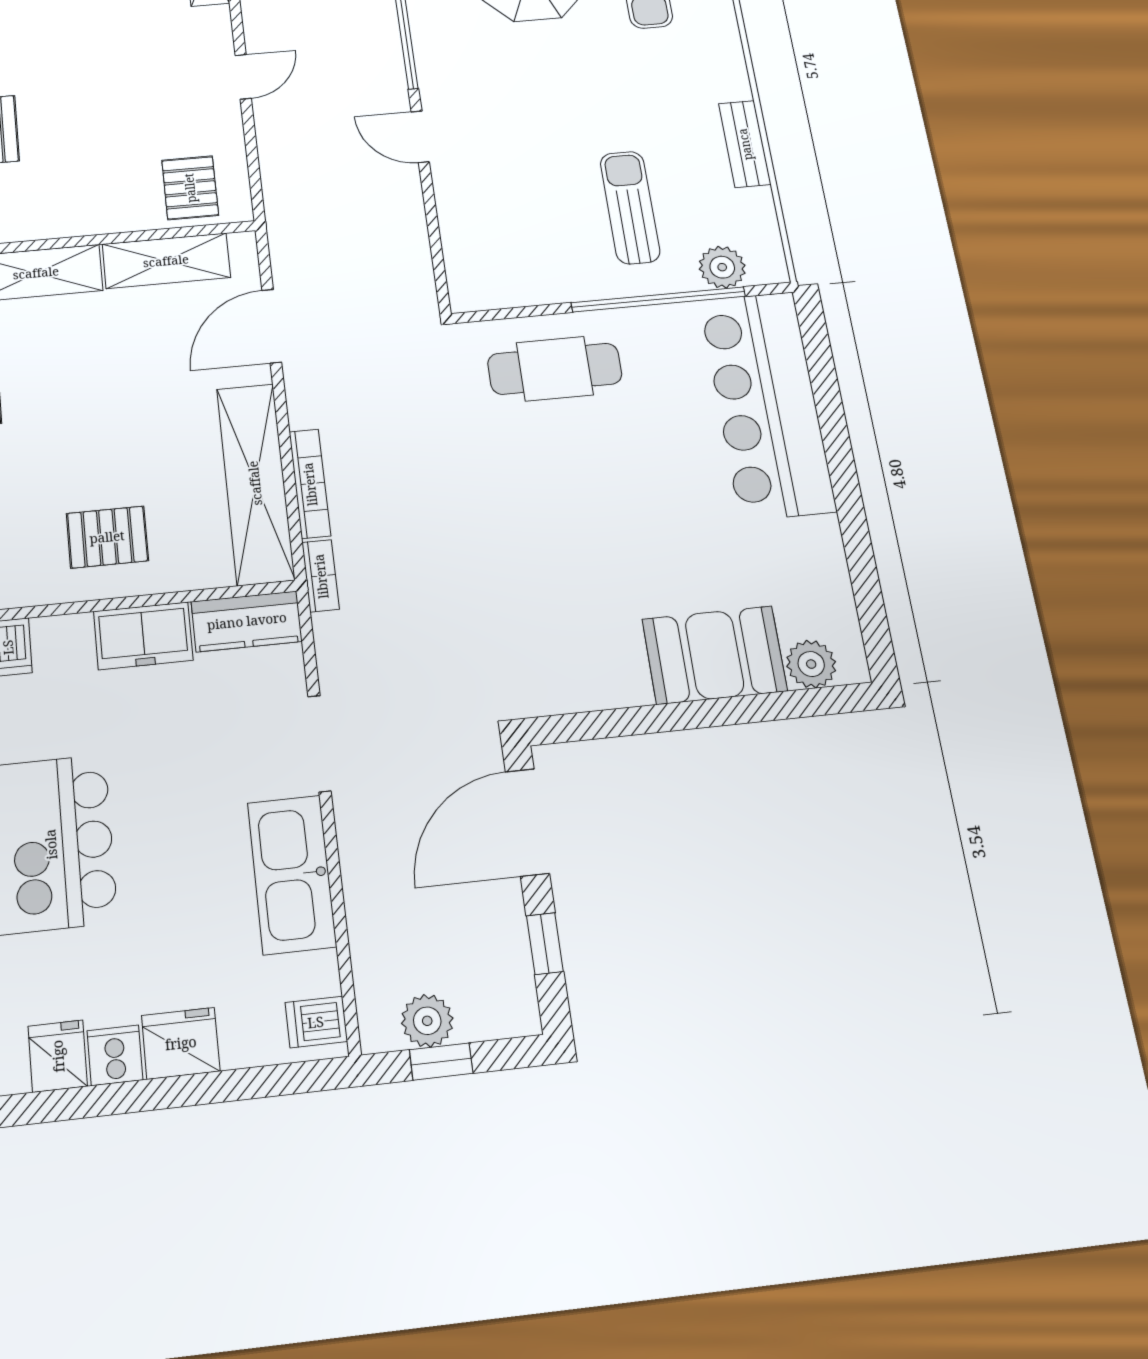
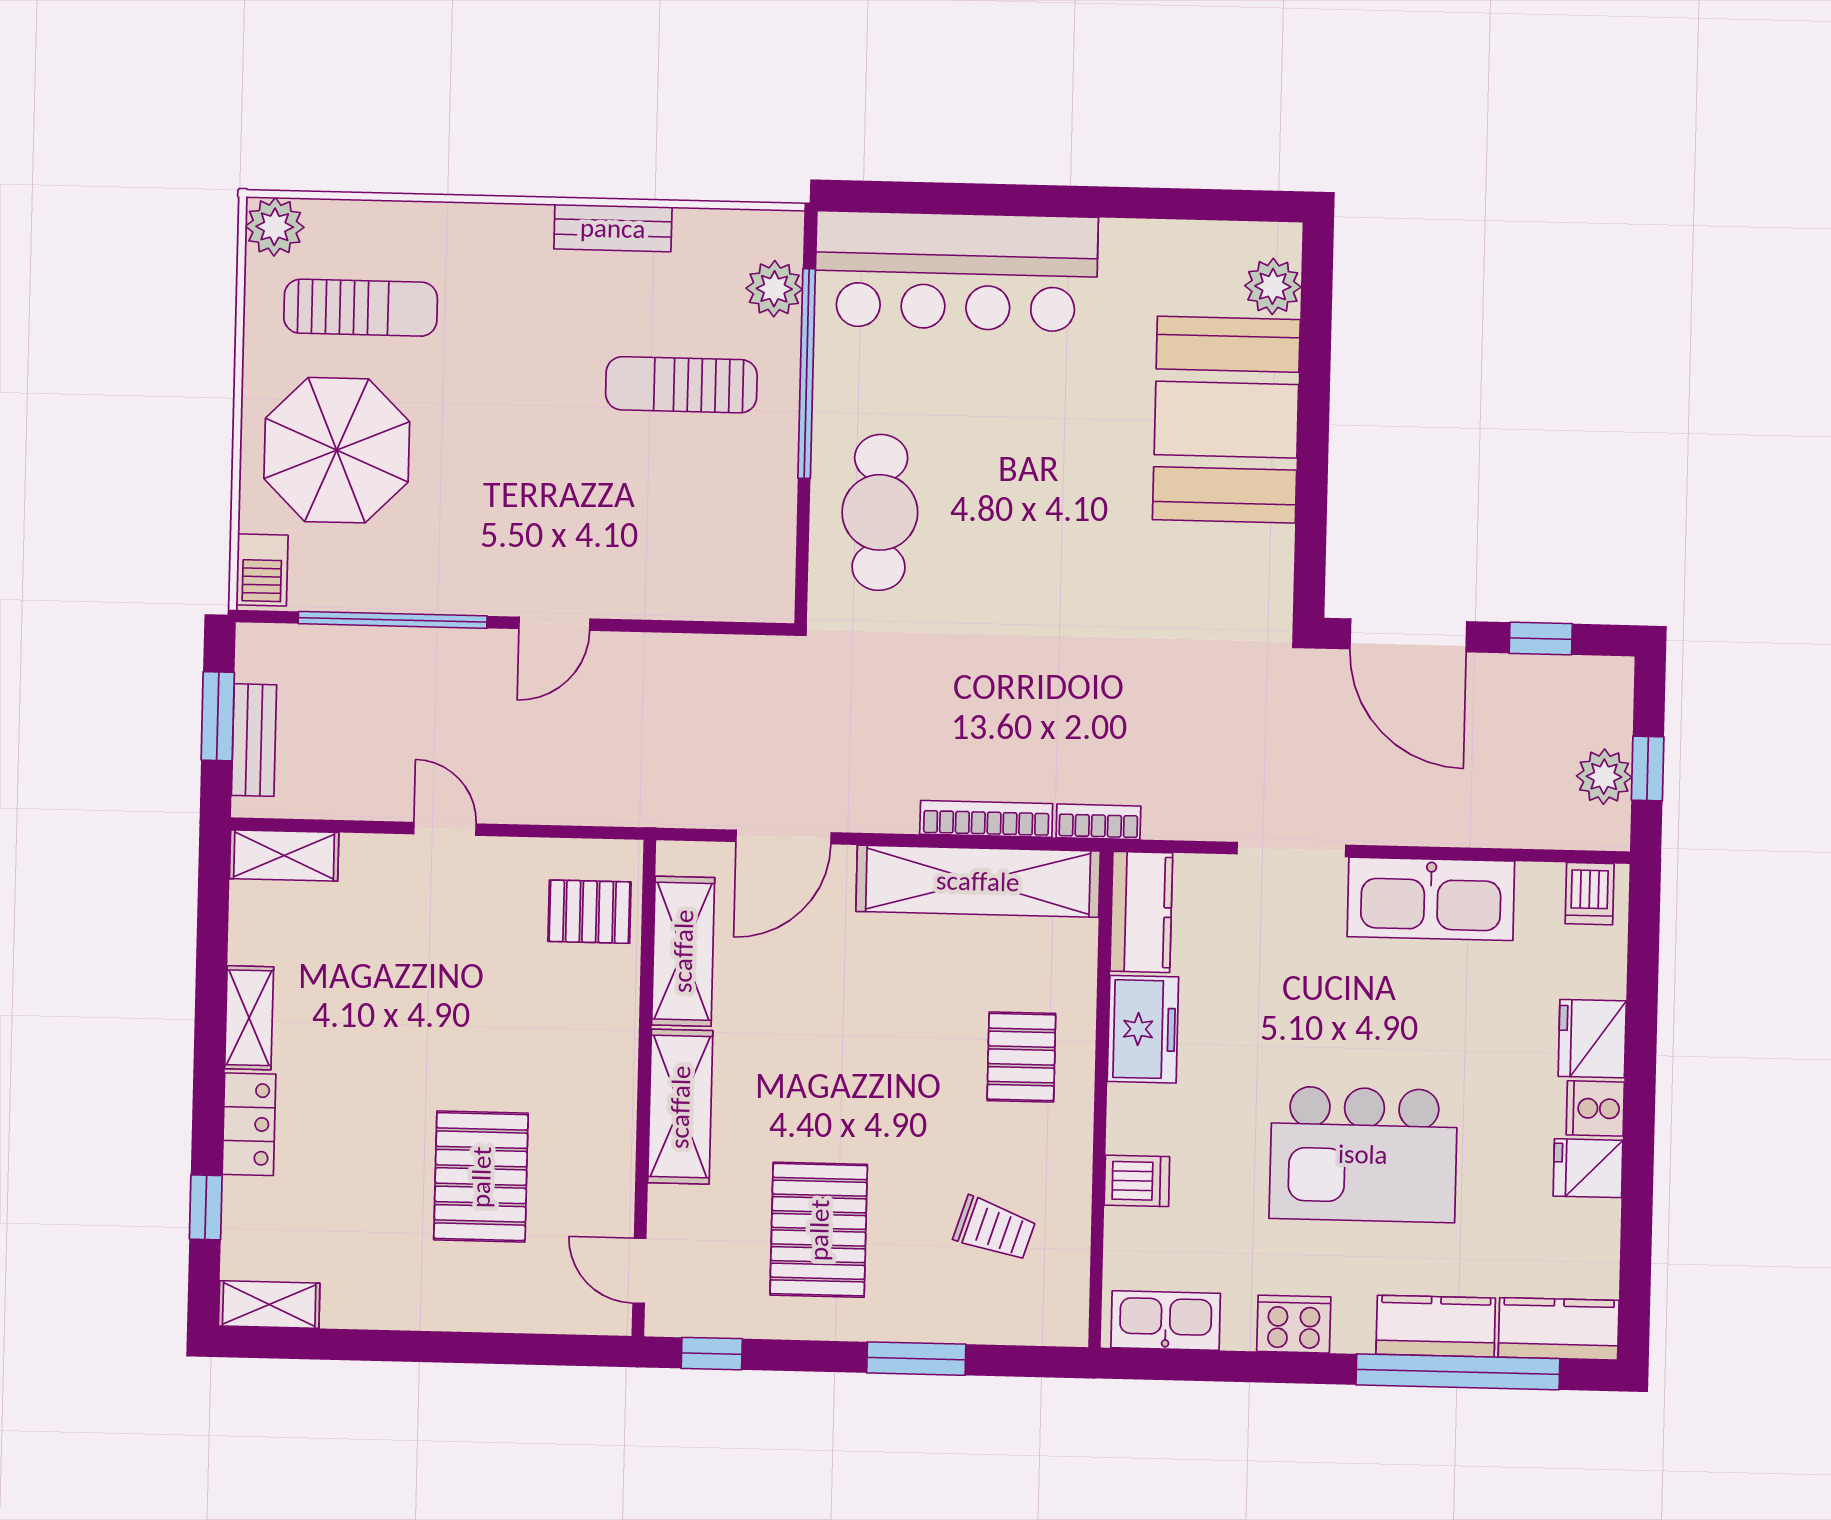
door: (272, 326) -> (784, 837), hinge flipped
booth: (715, 655) -> (1226, 420), width x1.36, depth x1.42

